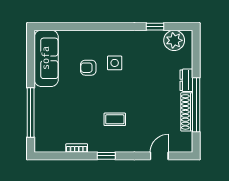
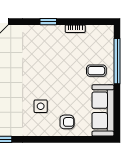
armchair: (88, 68) -> (67, 122), moved
coffee table: (115, 119) -> (96, 71), moved

